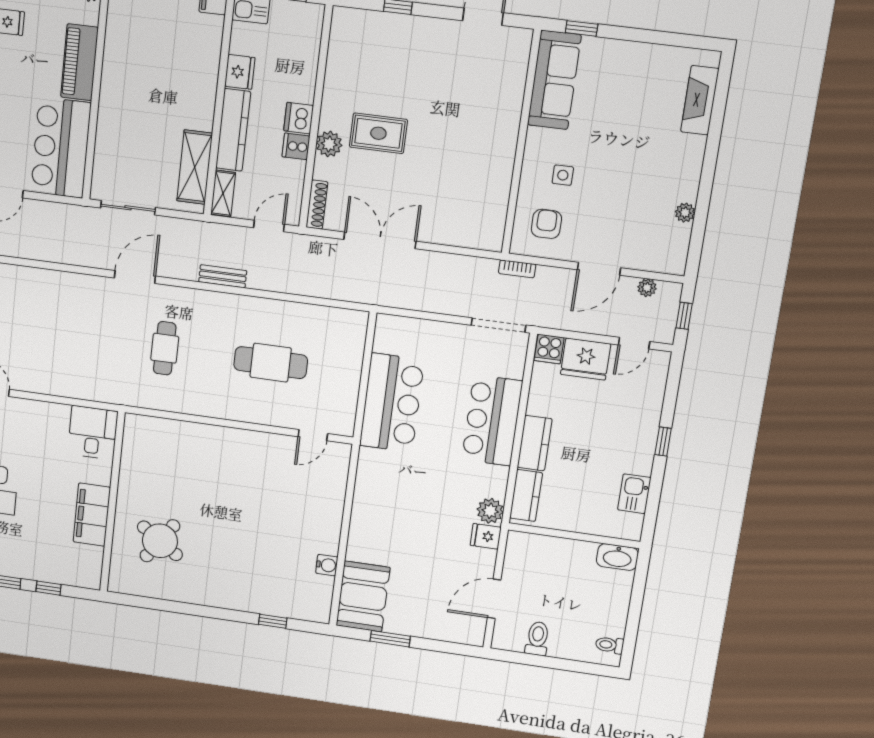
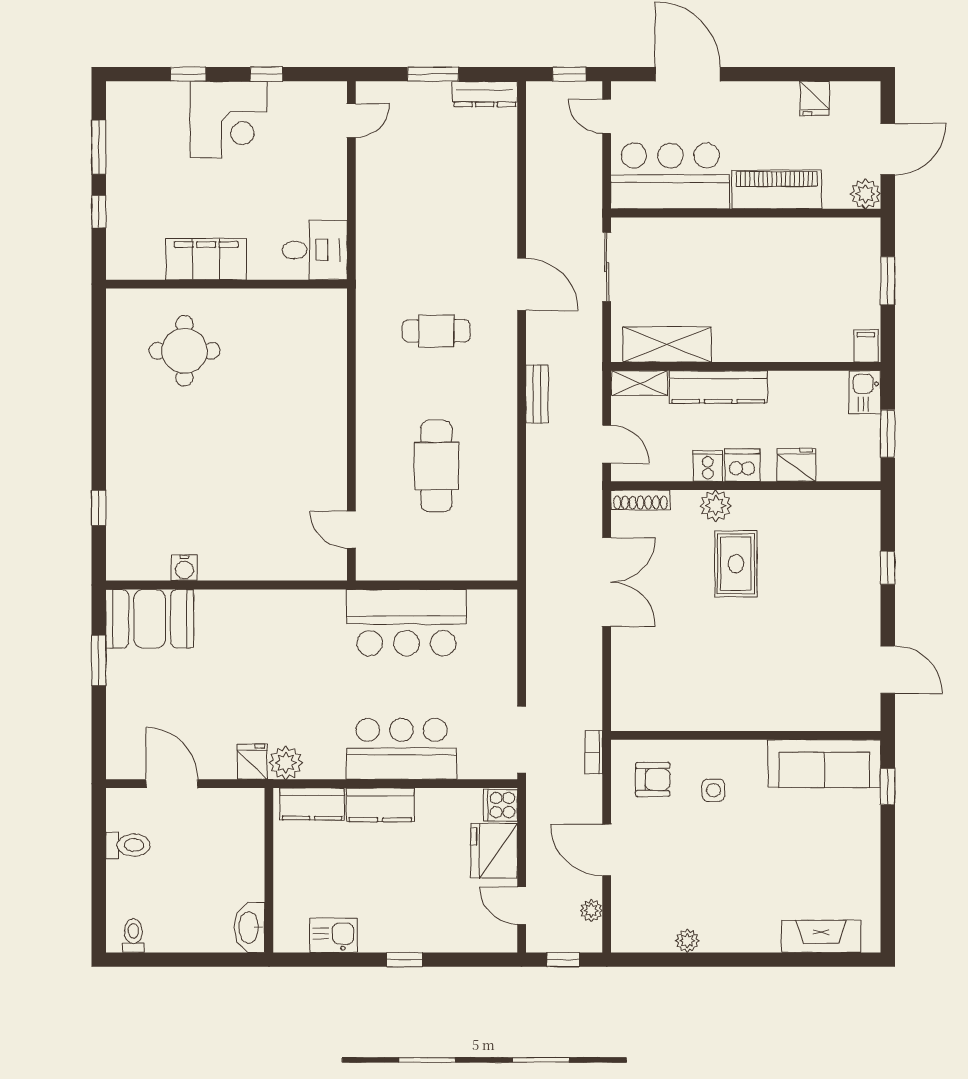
fridge: (240, 72) -> (796, 465), moved, turned 180
round table: (160, 541) -> (184, 351), turned -34

